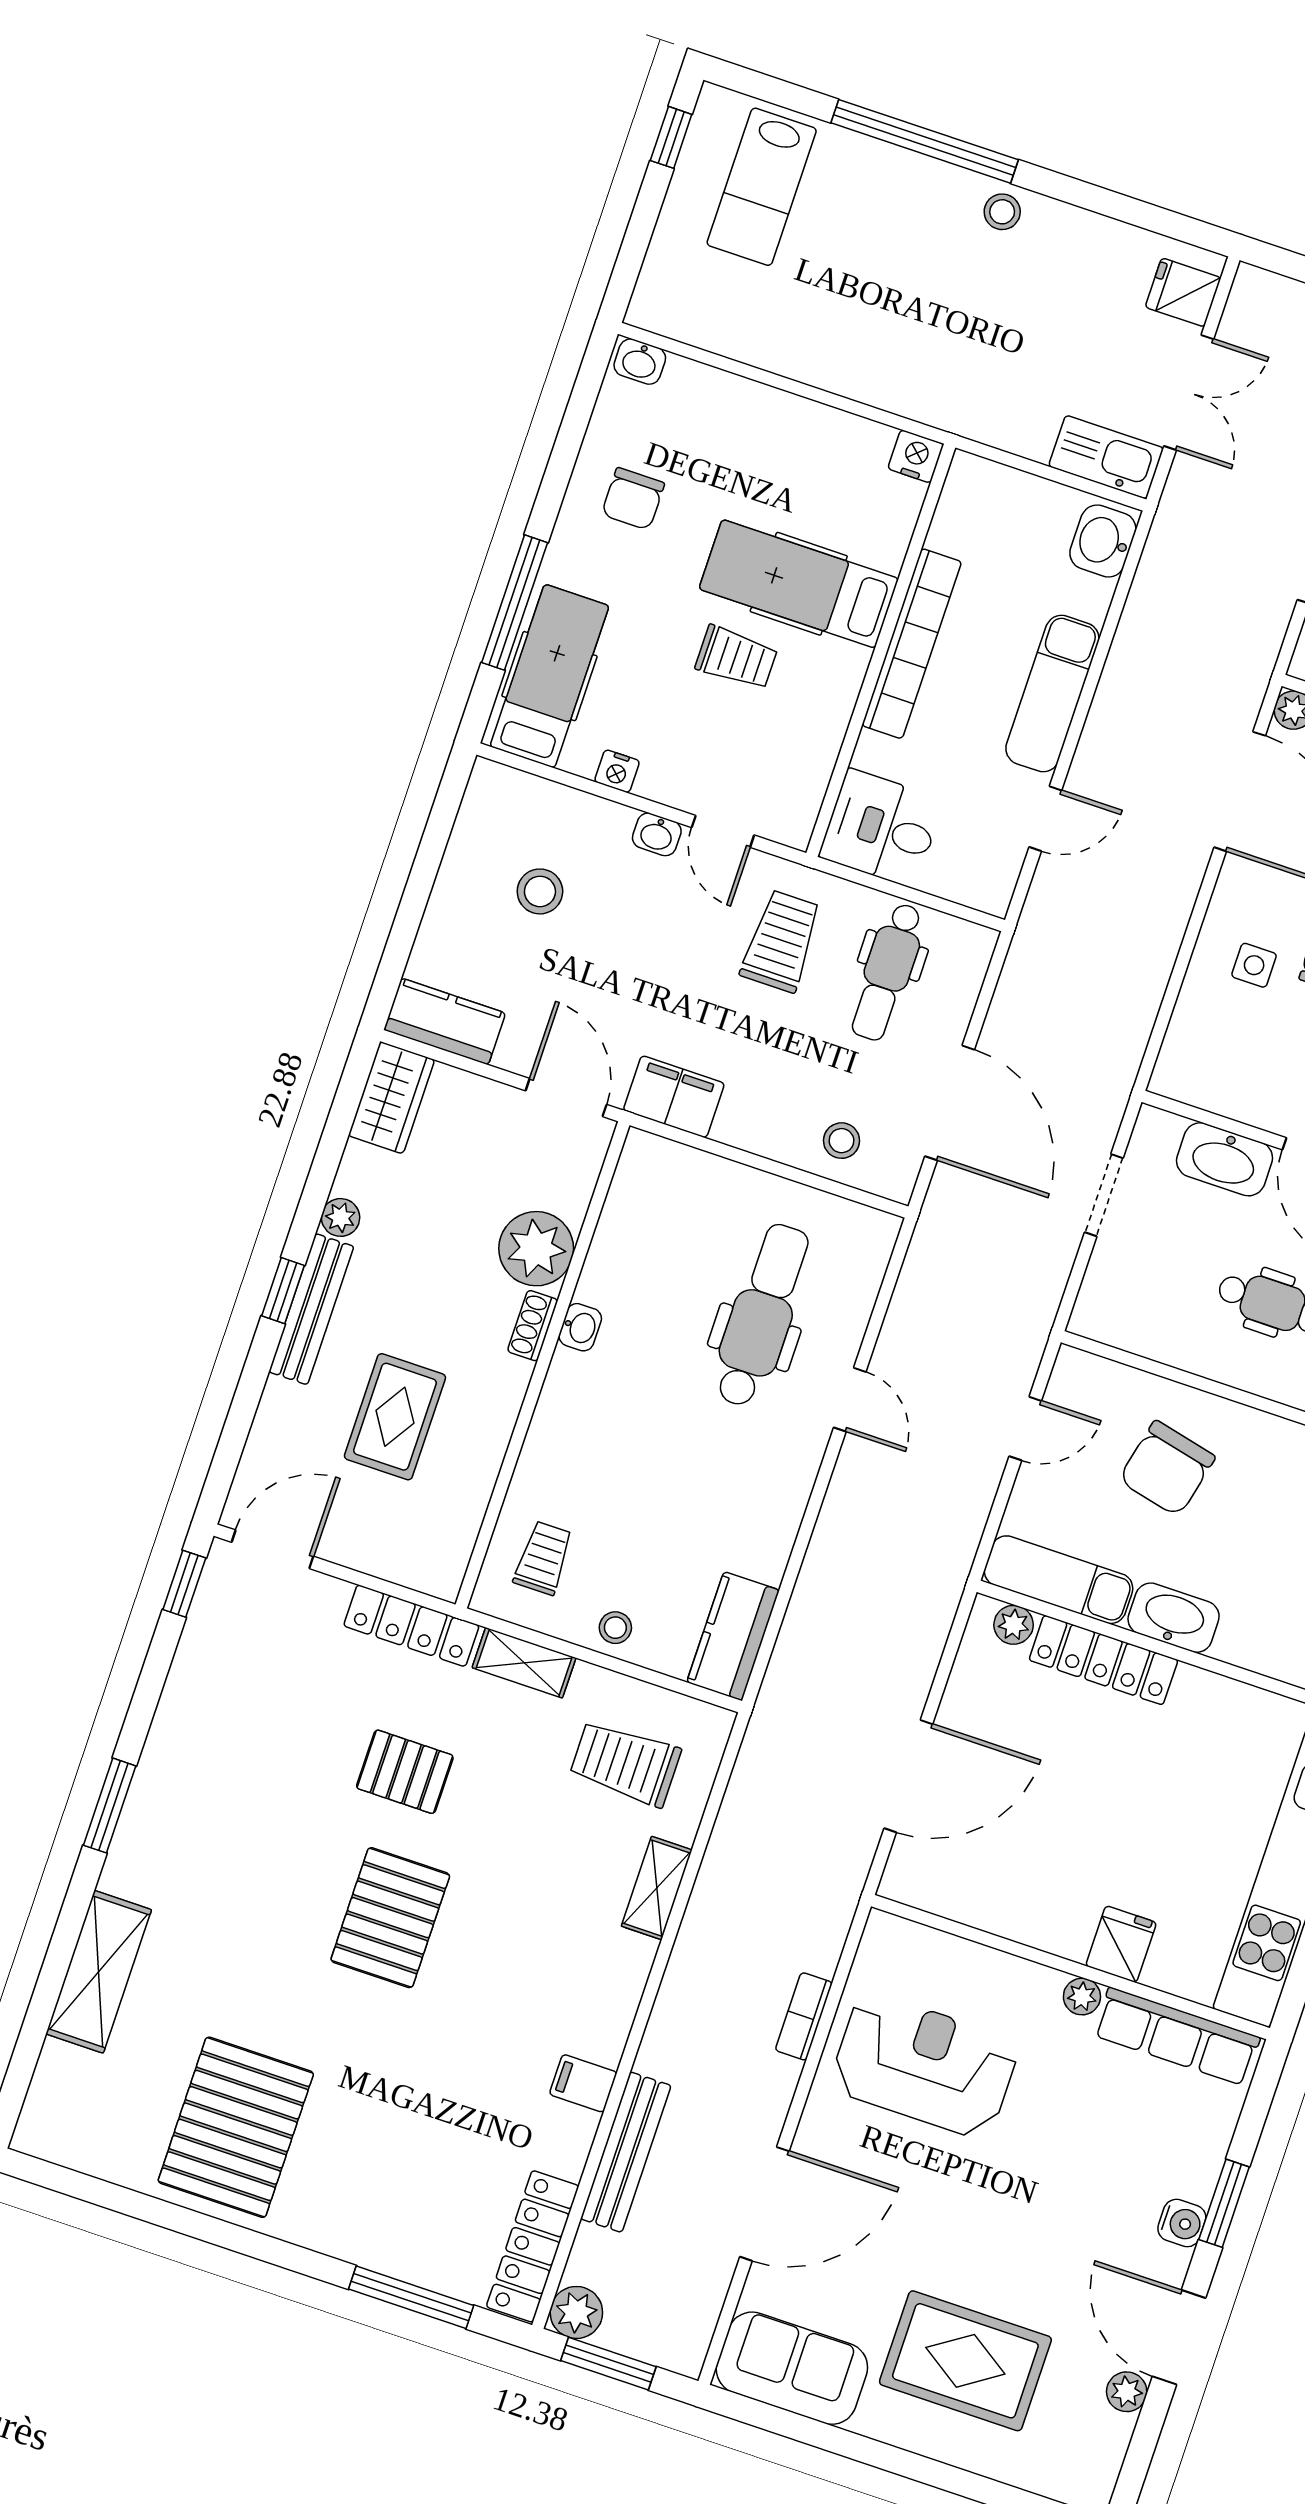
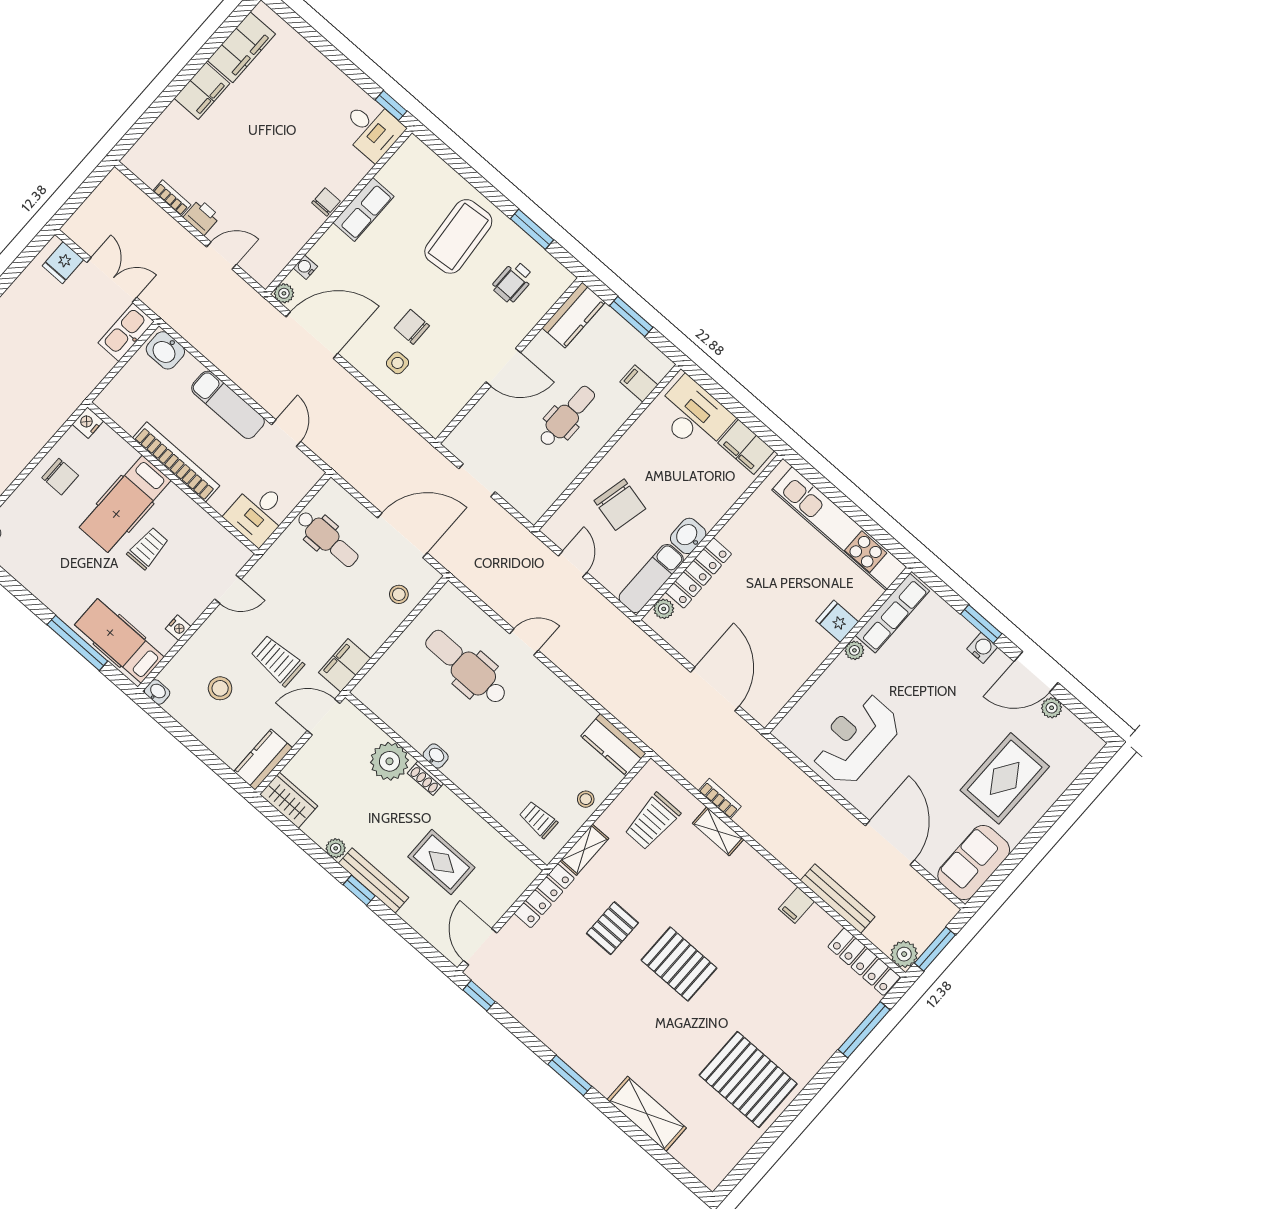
chair: (633, 499) -> (60, 477), moved
washbasin: (657, 834) -> (157, 692), moved, turned -90
trolley: (781, 941) -> (277, 660), moved
washbasin: (1225, 1159) -> (484, 416), removed
washbasin: (1174, 1618) -> (688, 536), width x0.72
bookcase: (804, 2016) -> (720, 799), moved, turned 180

